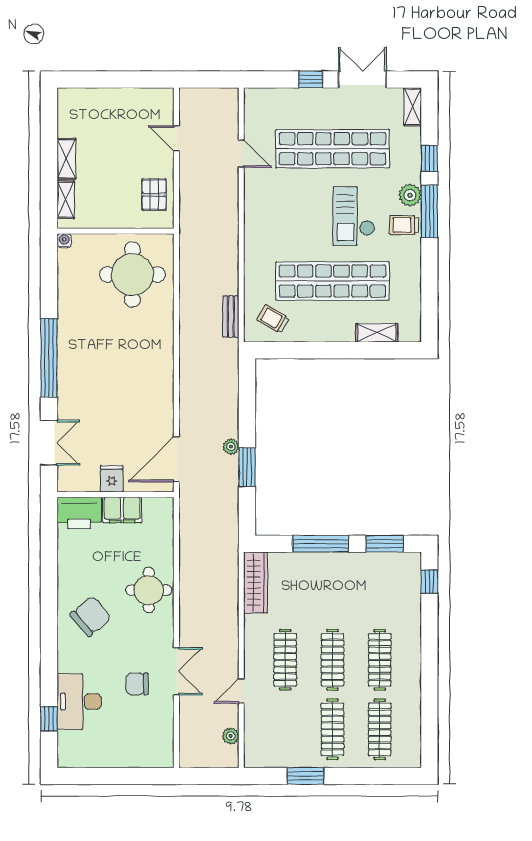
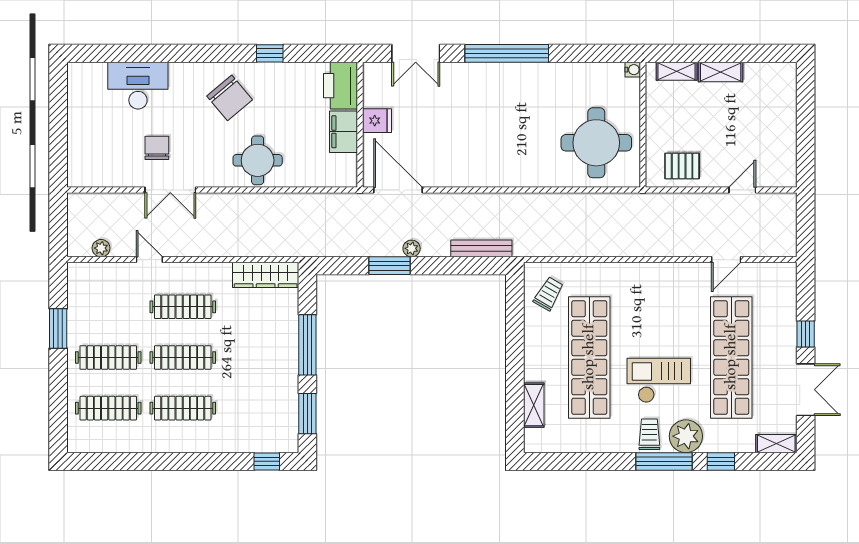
plant: (410, 195) -> (686, 436), width x1.36, depth x1.36
bench: (231, 317) -> (481, 248), moved, width x1.36
window: (49, 719) -> (270, 53), moved

